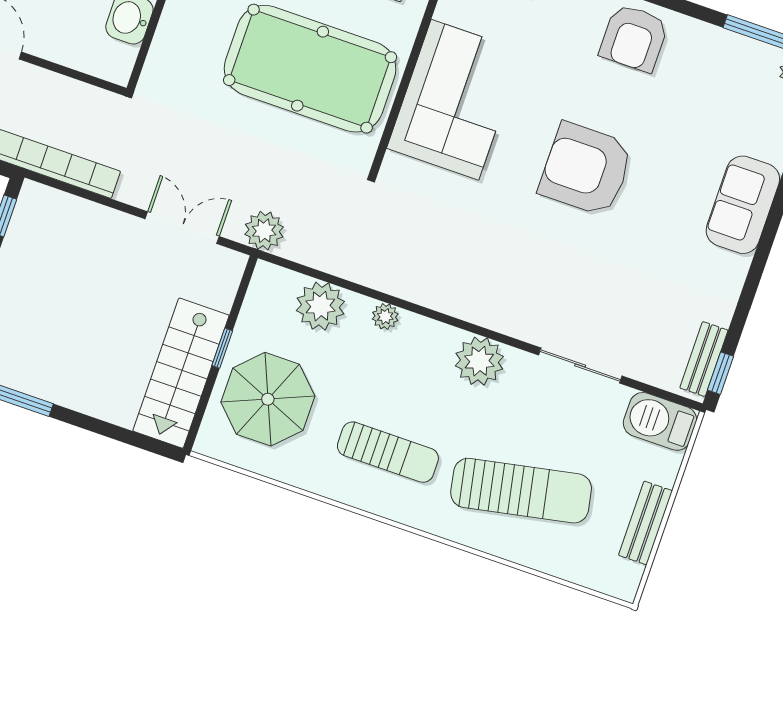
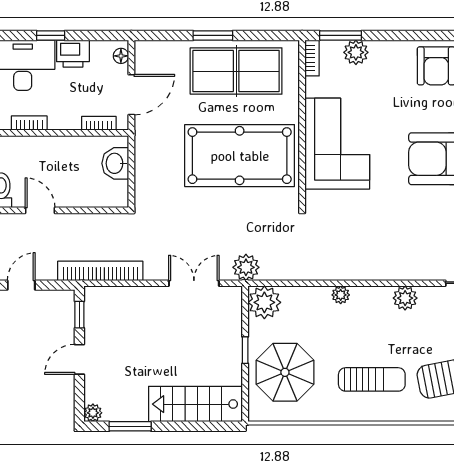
plant: (320, 306) -> (264, 302), moved
plant: (479, 361) -> (405, 298), width x0.73, depth x0.73
stairs: (181, 373) -> (196, 404), moved, turned 90

